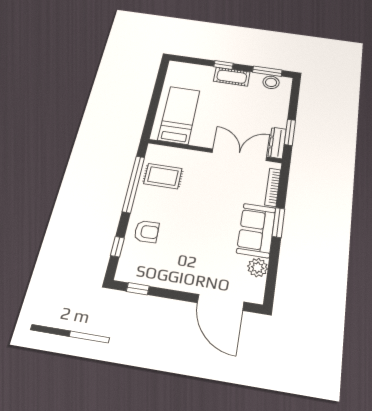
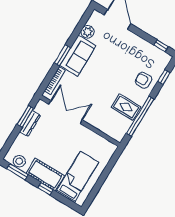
cot: (232, 77) -> (45, 174), width x1.37, depth x1.34
bed: (179, 115) -> (77, 177), moved, turned 180
dresser: (277, 143) -> (30, 123), moved
double door: (239, 155) -> (65, 112), swing flipped
rug: (163, 176) -> (126, 107), moved

